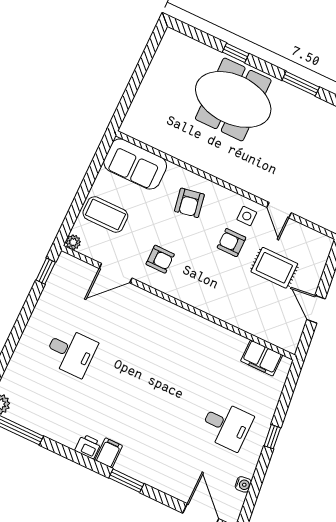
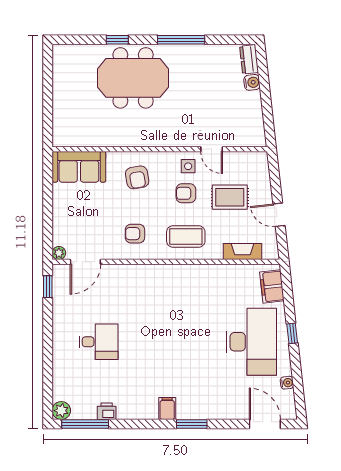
window: (301, 84) -> (181, 40), width x1.44
coffee table: (105, 214) -> (186, 236), moved
armchair: (160, 259) -> (135, 234), turned 180
door: (116, 273) -> (85, 262), moved
fireplace: (261, 329) -> (242, 252), added
filing cabinet: (262, 358) -> (272, 286), moved, turned 84
desk: (227, 425) -> (251, 342), width x1.87, depth x1.30
printer: (88, 447) -> (107, 411), moved

